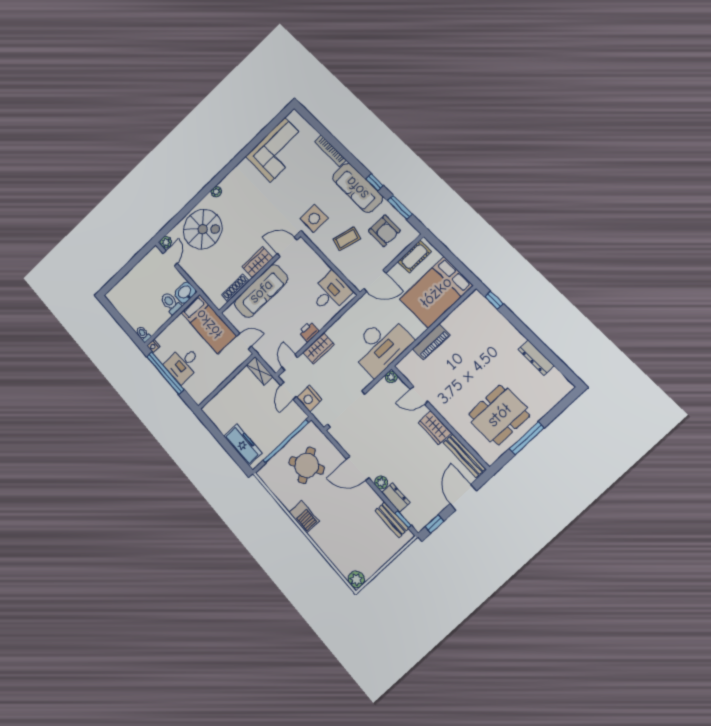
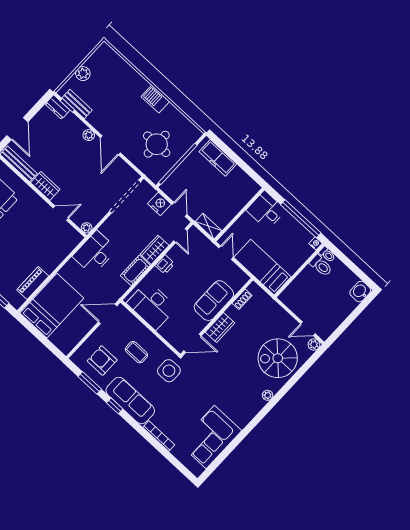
coffee table: (347, 239) -> (136, 352), turned 75
cot: (415, 257) -> (135, 270), moved
door: (170, 258) -> (308, 329), hinge flipped
shoe rack: (235, 288) -> (242, 299), width x0.70
sofa: (261, 291) -> (214, 301), width x0.73
desk: (331, 292) -> (152, 305), width x1.37
washbasin: (185, 293) -> (360, 292), moved, turned 180
toilet: (171, 303) -> (321, 266), moved
door: (244, 341) -> (226, 253), swing flipped
piano: (431, 342) -> (33, 283), moved
desk: (381, 345) -> (95, 253), width x0.73, depth x0.77
desk: (183, 364) -> (266, 210), moved, turned -90
round table: (307, 465) -> (157, 144), turned 31
door: (358, 469) -> (110, 145), swing flipped
dresser: (396, 497) -> (58, 107), moved
window: (434, 524) -> (40, 104), removed
plant: (356, 579) -> (83, 74), moved

